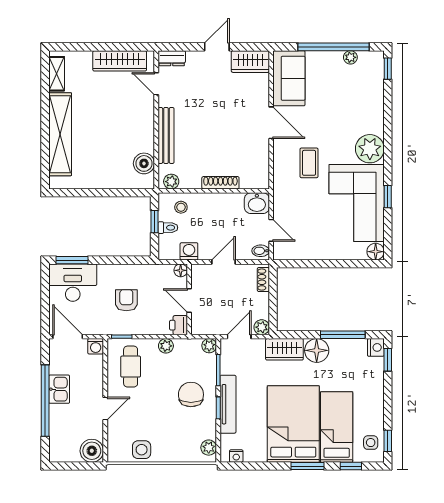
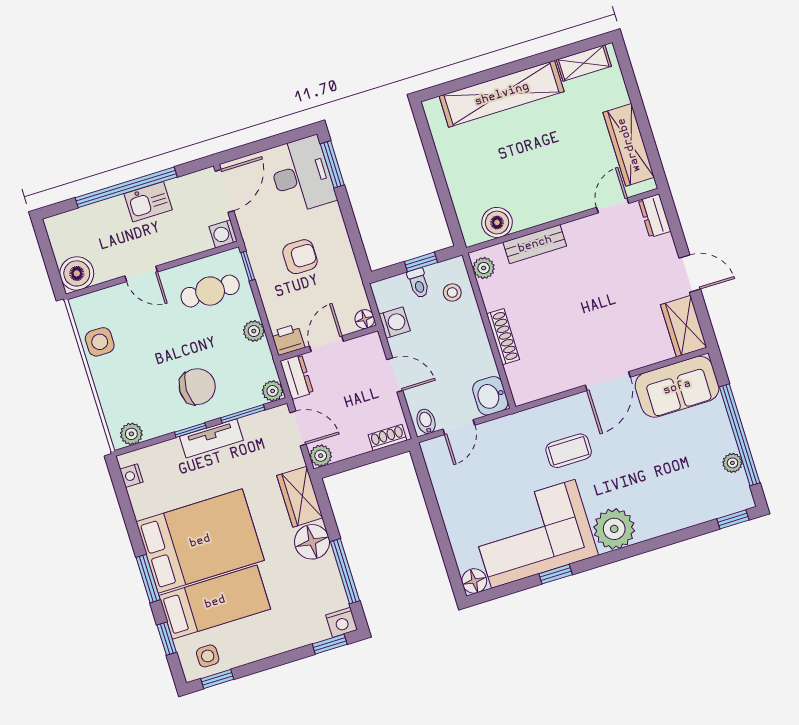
bench: (166, 135) -> (535, 244), width x0.73
dresser: (205, 327) -> (297, 377), added
tv unit: (228, 404) -> (211, 438), width x0.71

